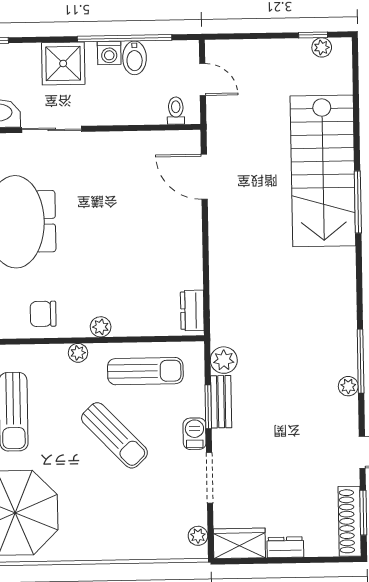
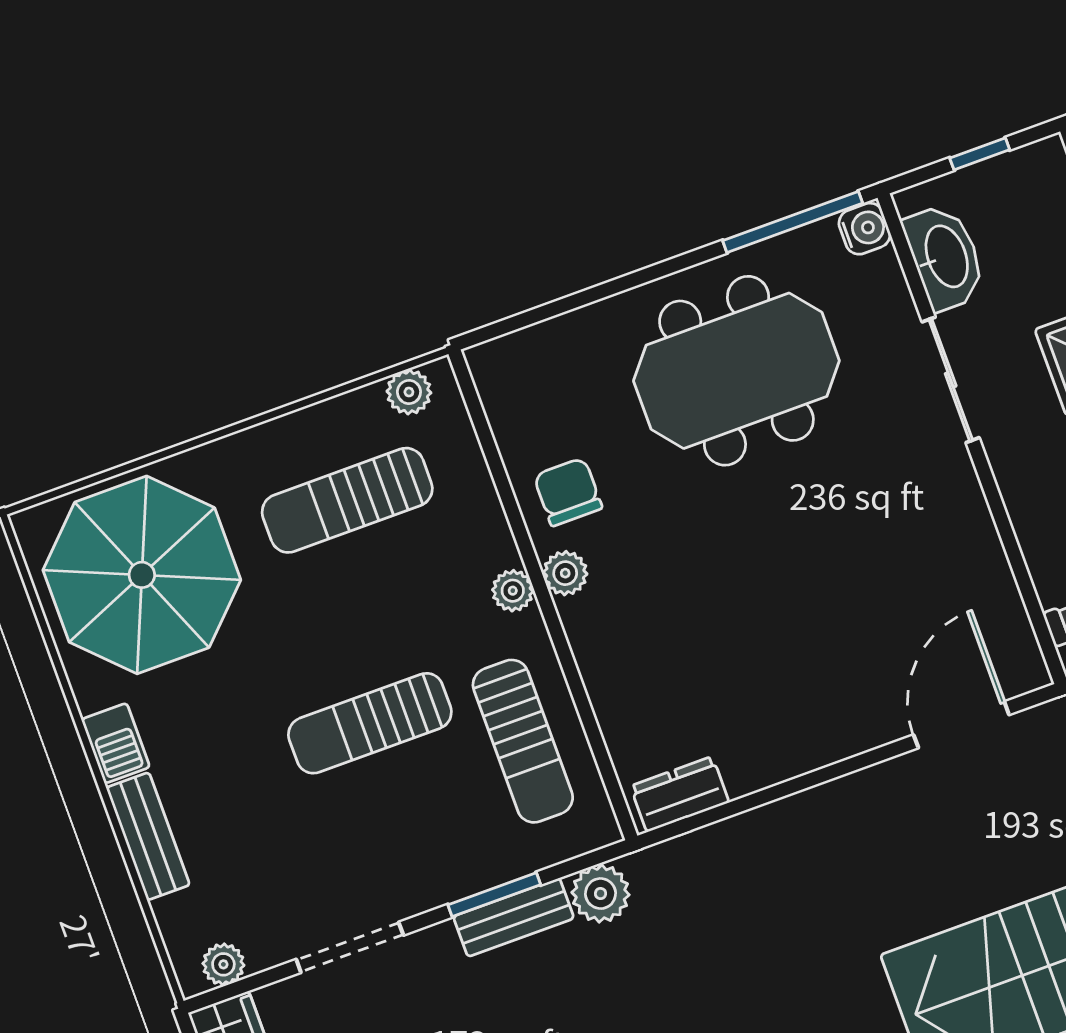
plant: (101, 327) -> (565, 573), moved
barbecue: (195, 434) -> (116, 743), moved, turned 90
sun lounger: (114, 435) -> (370, 723), turned 44
bench: (131, 550) -> (148, 836), added

